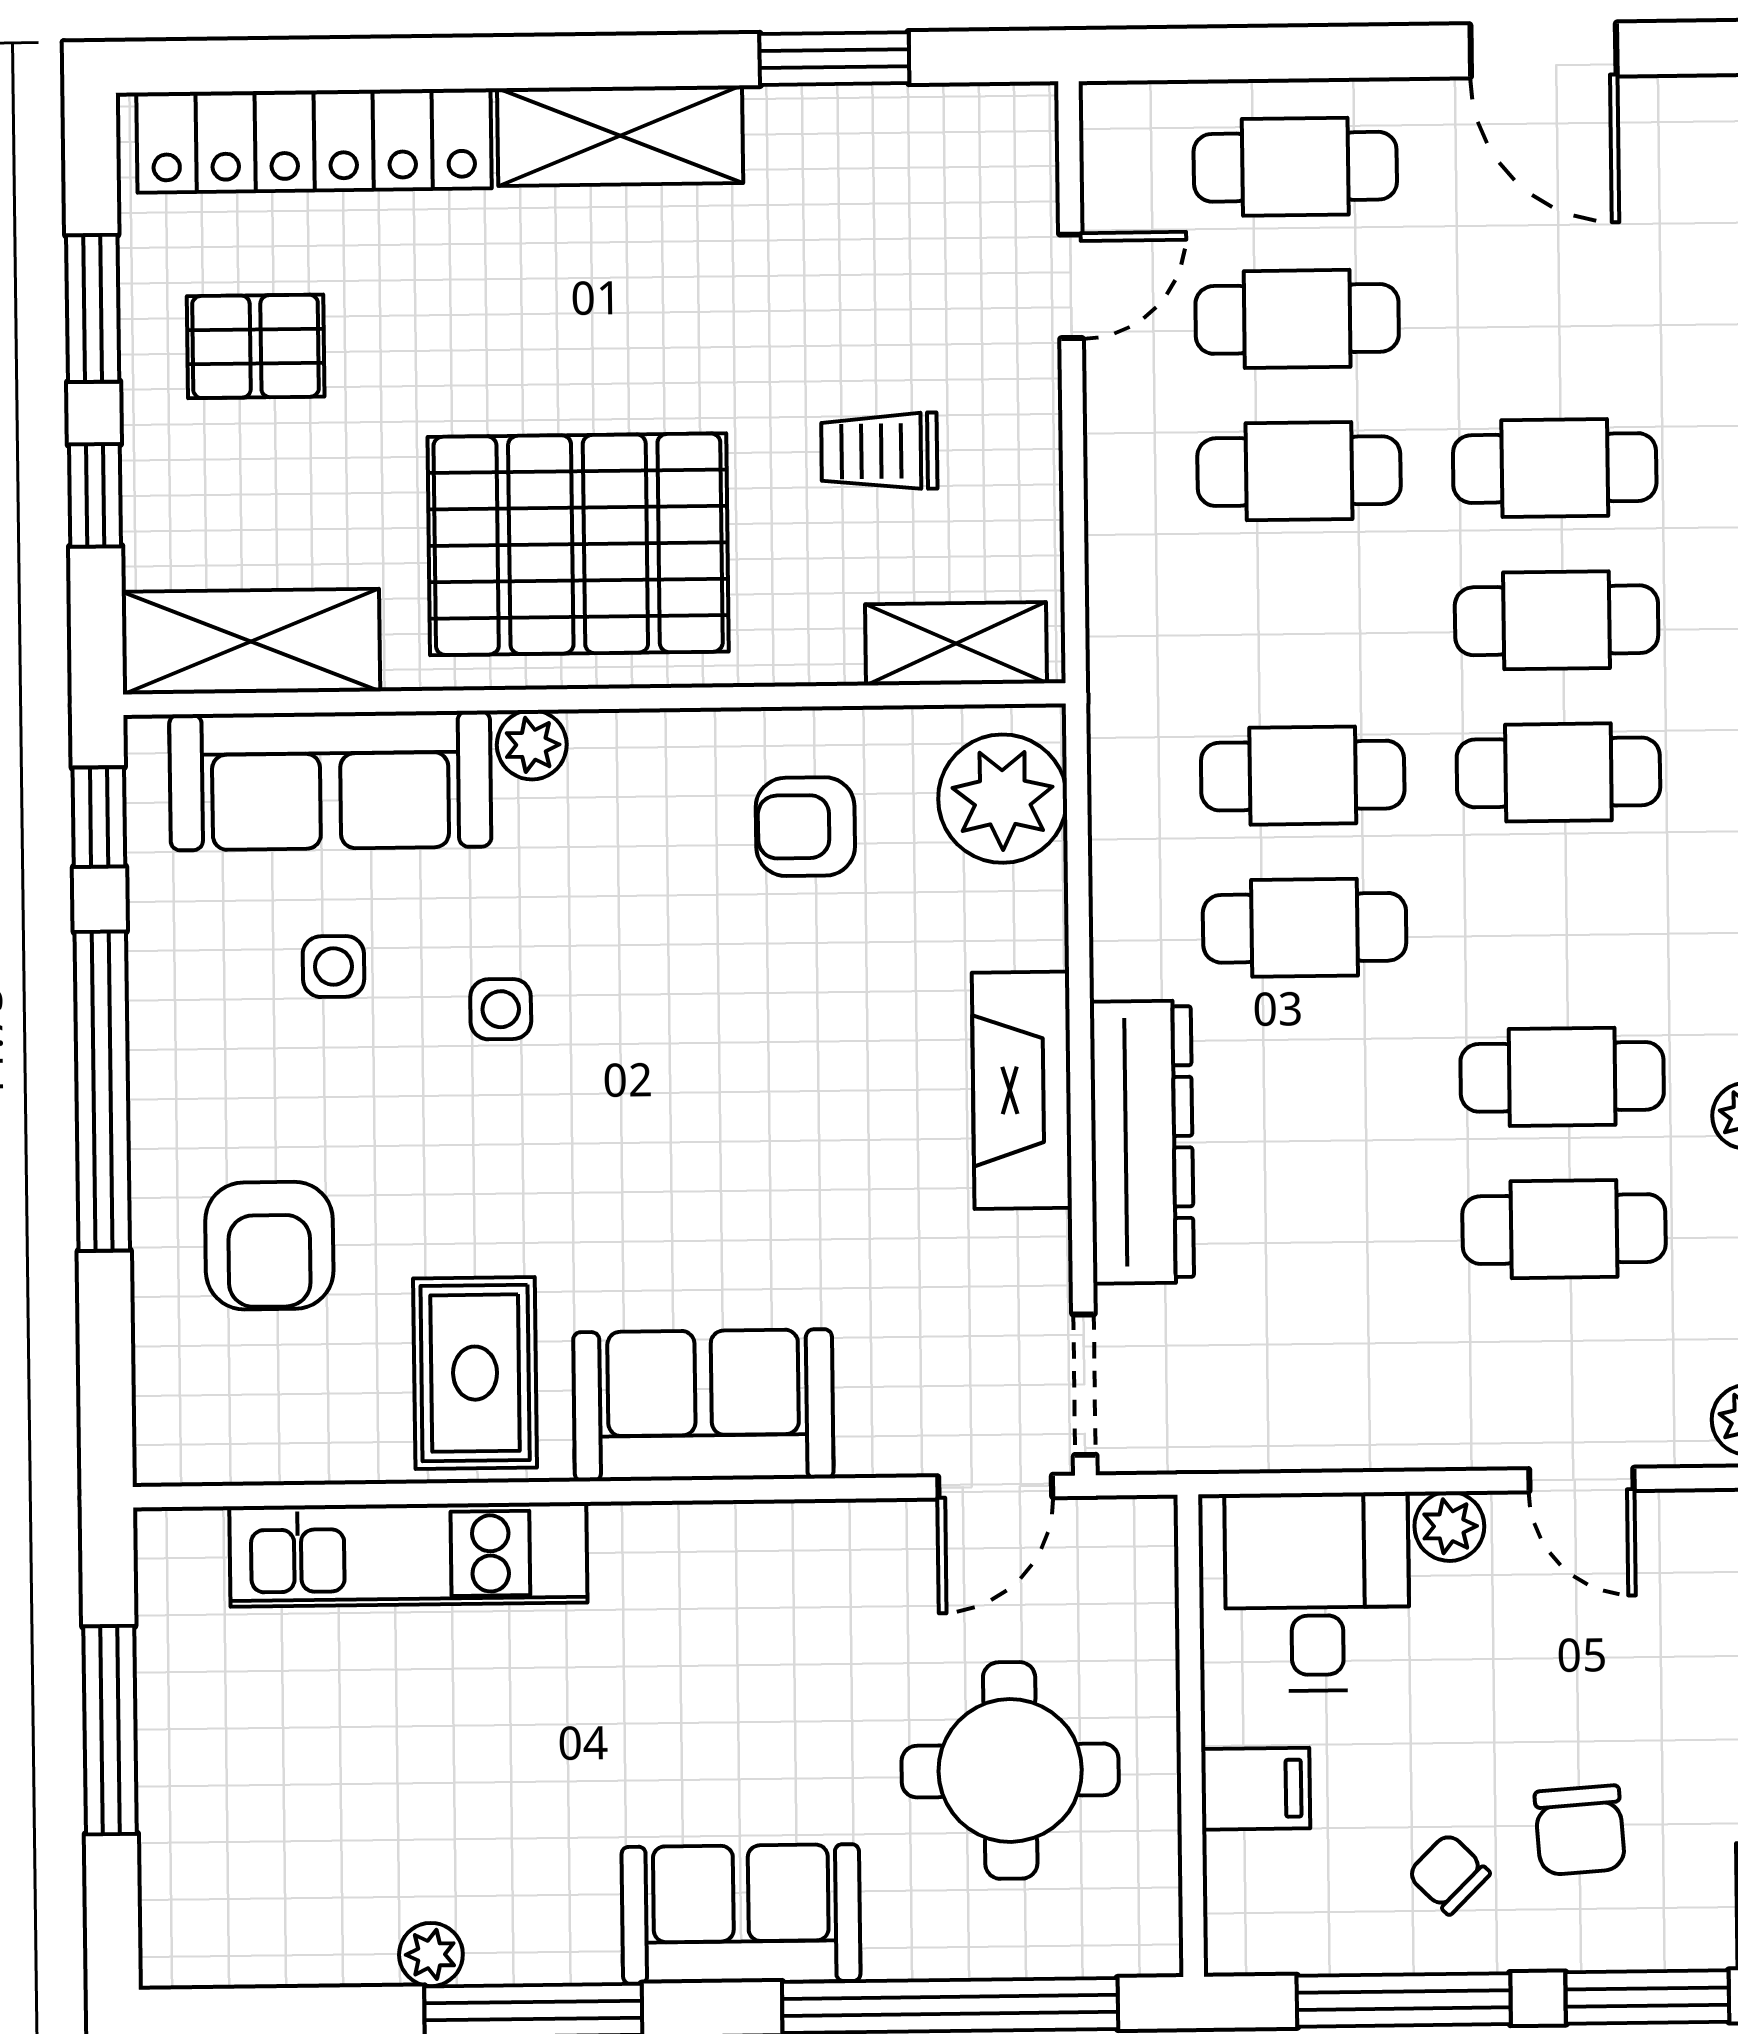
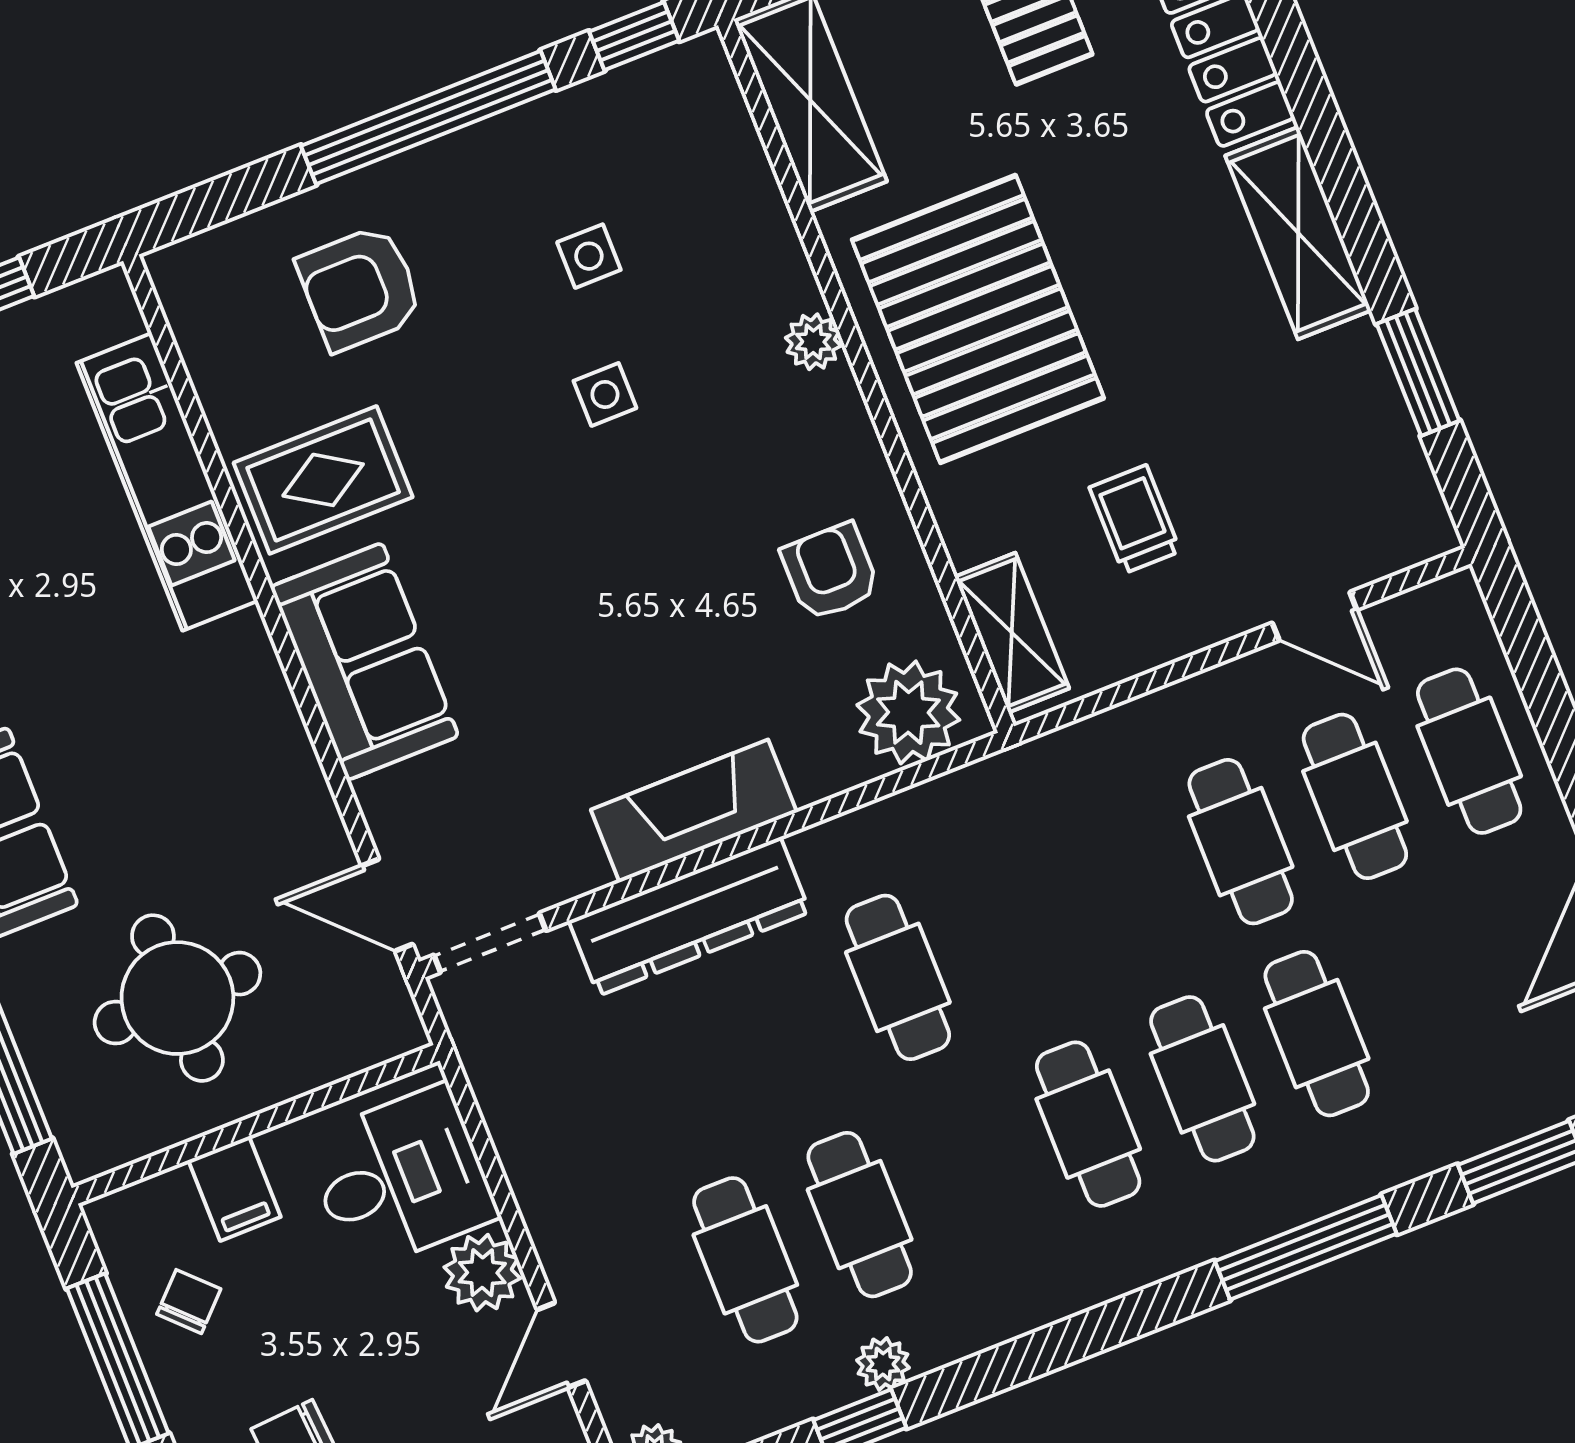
cafe table: (1303, 776) -> (1012, 932), removed
sofa: (330, 781) -> (728, 200), removed
plant: (1449, 1526) -> (482, 1273), width x1.38, depth x1.38
chair: (1449, 1874) -> (189, 1302), moved

